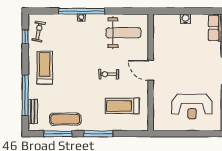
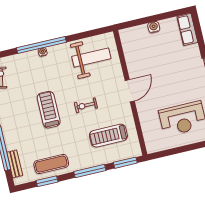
treadmill: (45, 68) -> (49, 110), moved
door: (151, 70) -> (130, 91), swing flipped
window: (58, 134) -> (47, 181), width x0.69
window: (132, 134) -> (125, 163), added

